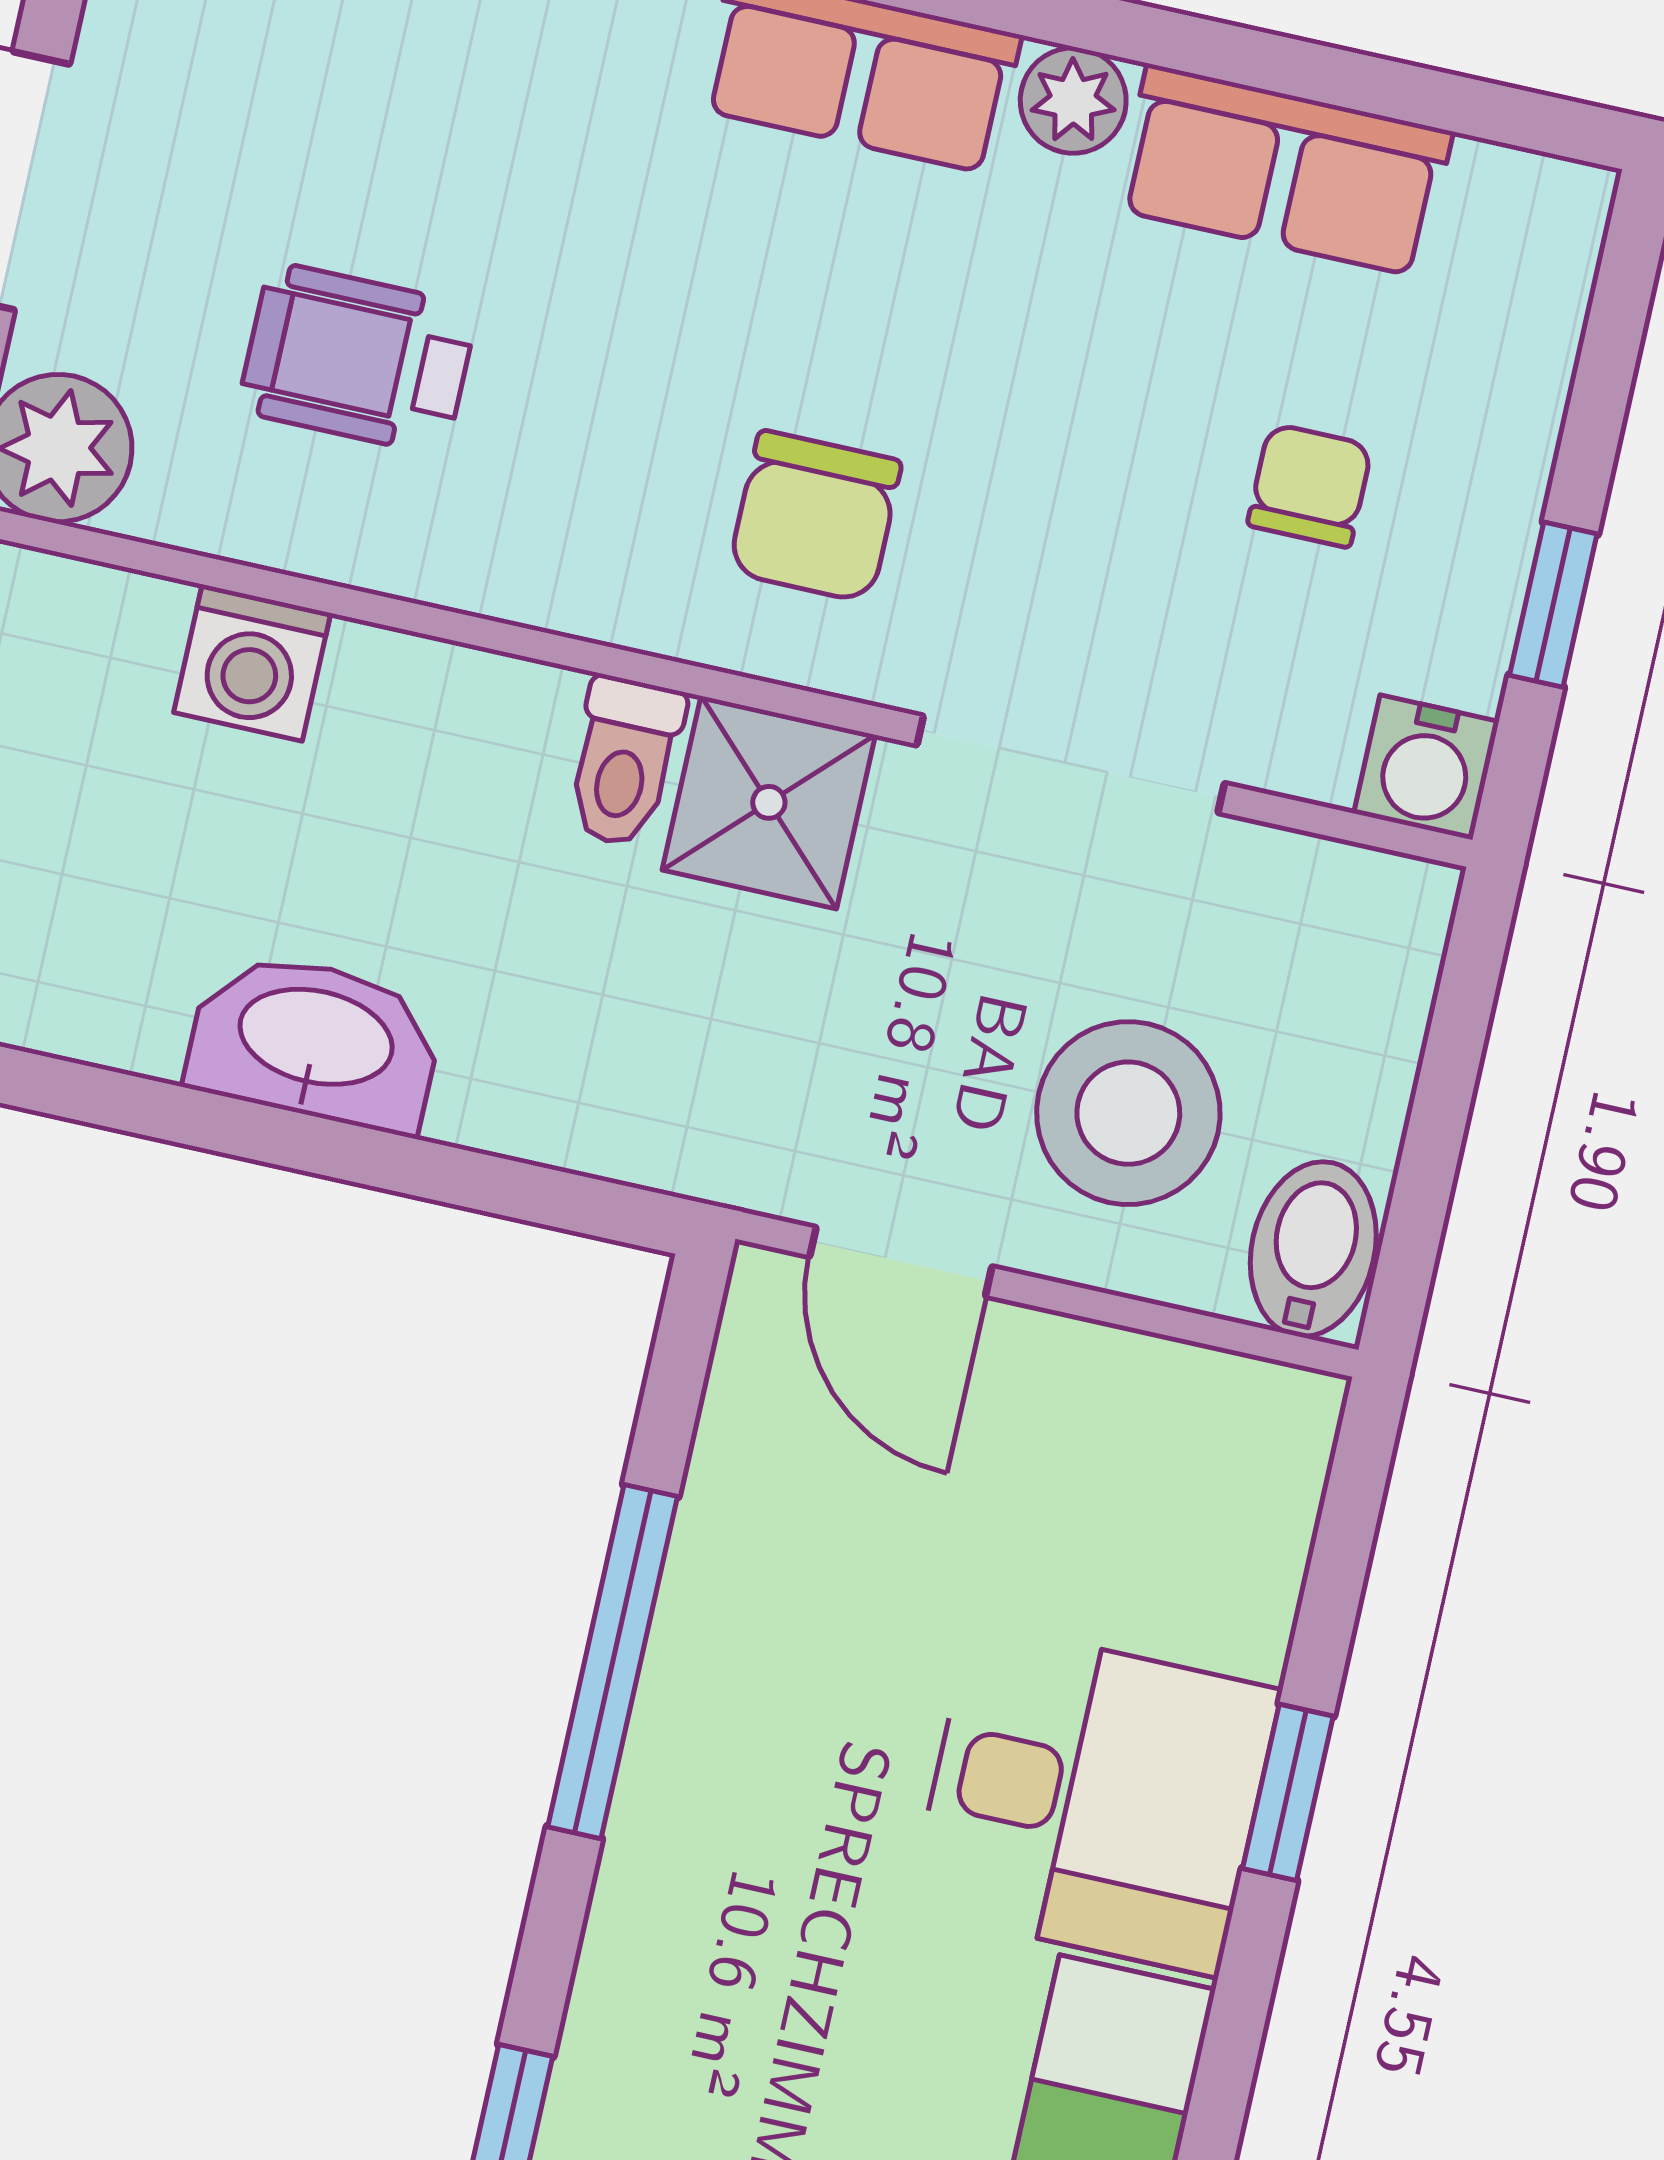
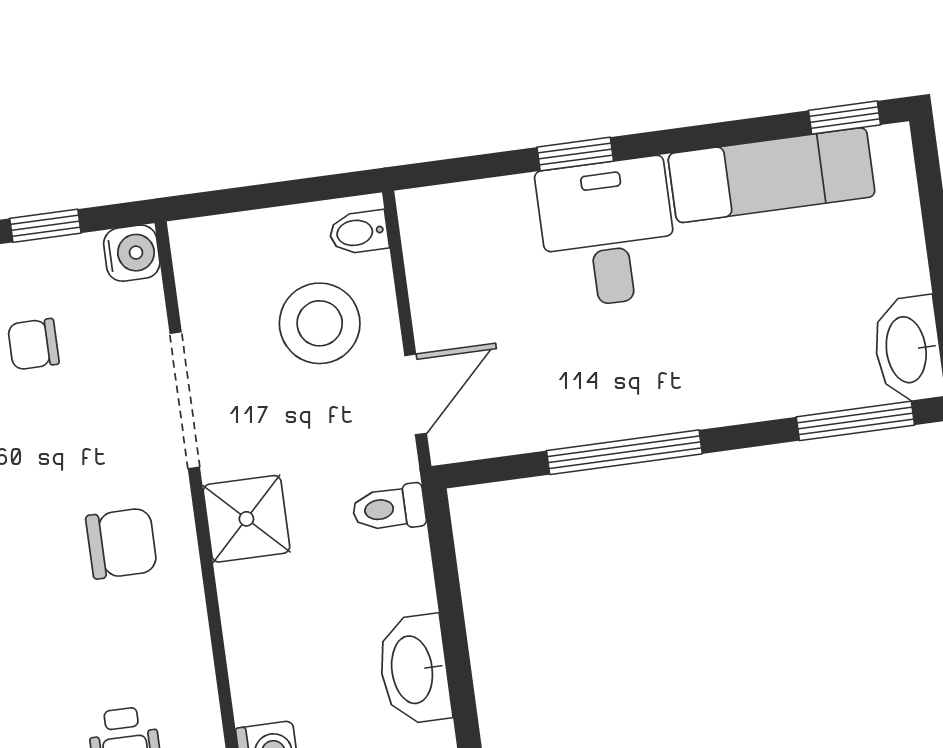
toilet: (624, 762) -> (389, 508), moved, turned 180
bidet: (1313, 1249) -> (359, 232), width x0.72, depth x0.74

